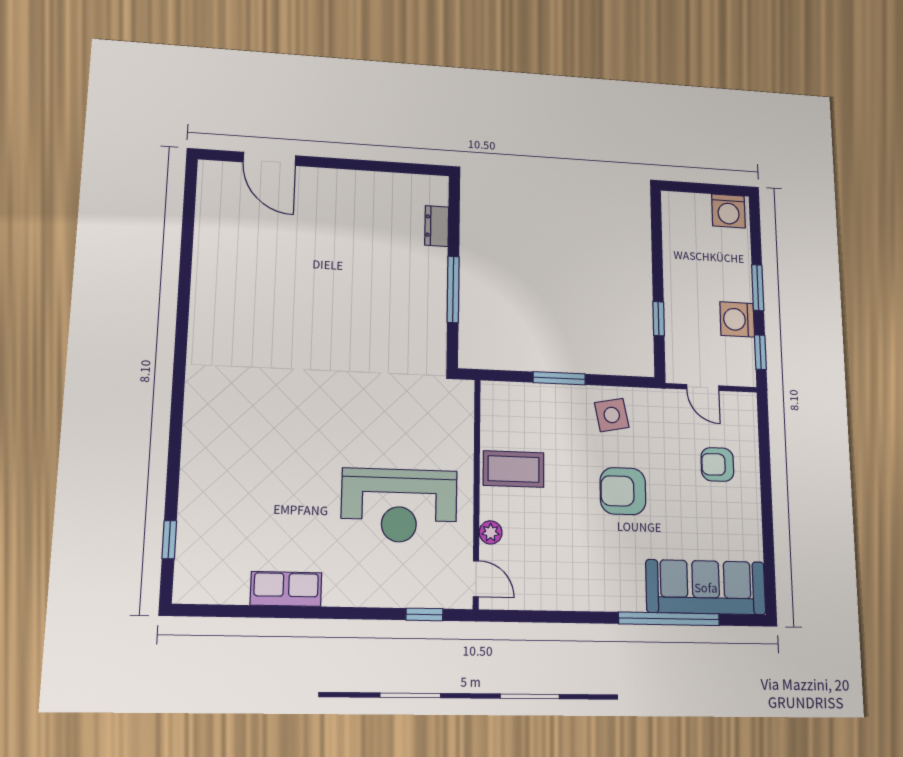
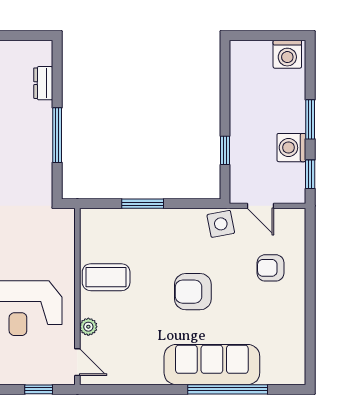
side table: (612, 415) -> (221, 224), moved
sofa: (706, 587) -> (212, 365), moved

